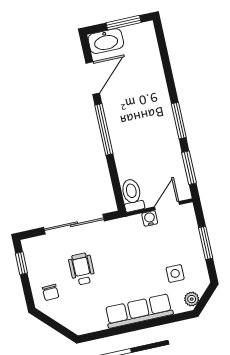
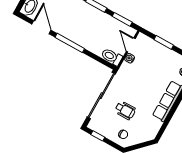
sliding door: (74, 224) -> (101, 96), width x1.36
wheelchair: (82, 269) -> (125, 110), turned 180
side table: (175, 273) -> (165, 69), removed

